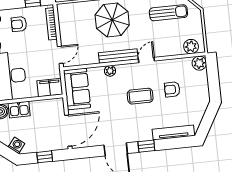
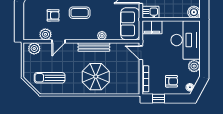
door: (60, 55) -> (141, 53), hinge flipped
door: (146, 60) -> (58, 41), moved
plant: (199, 63) -> (45, 34), moved
kitchen sink: (19, 110) -> (150, 12), moved

